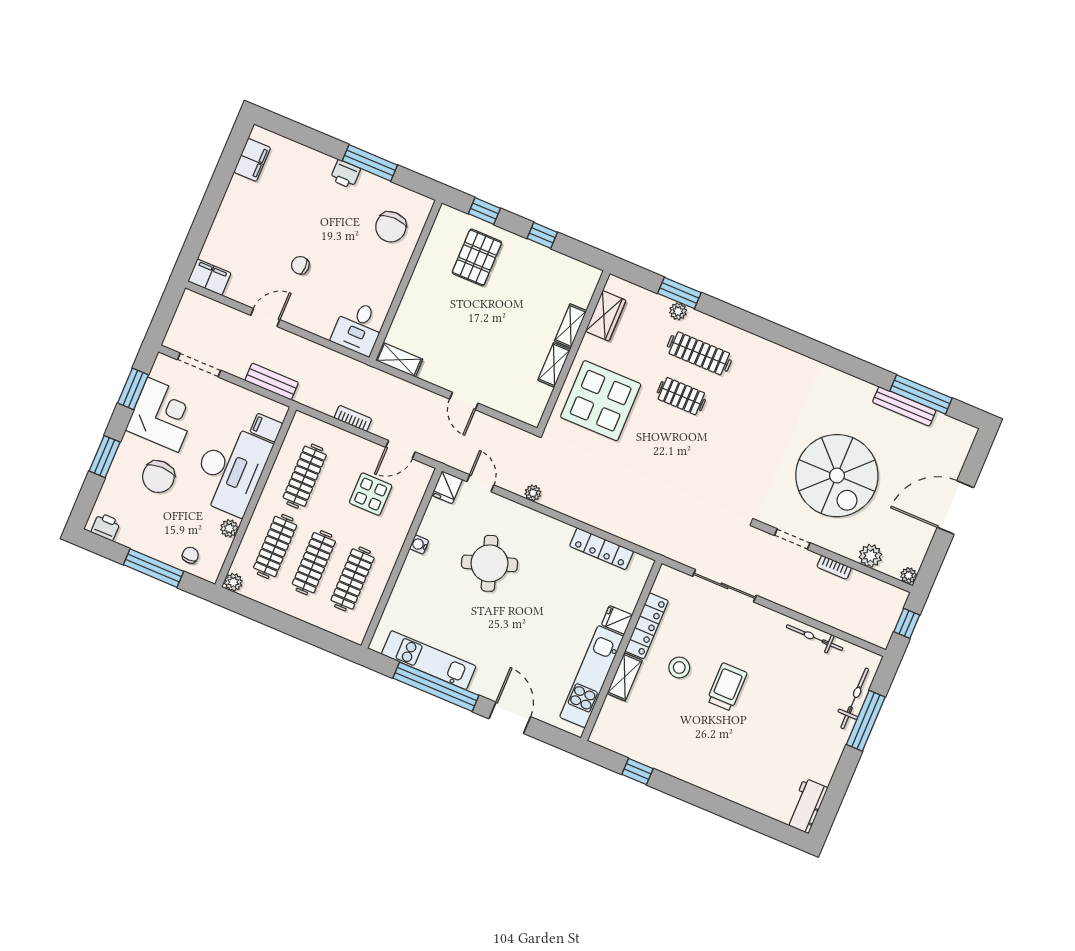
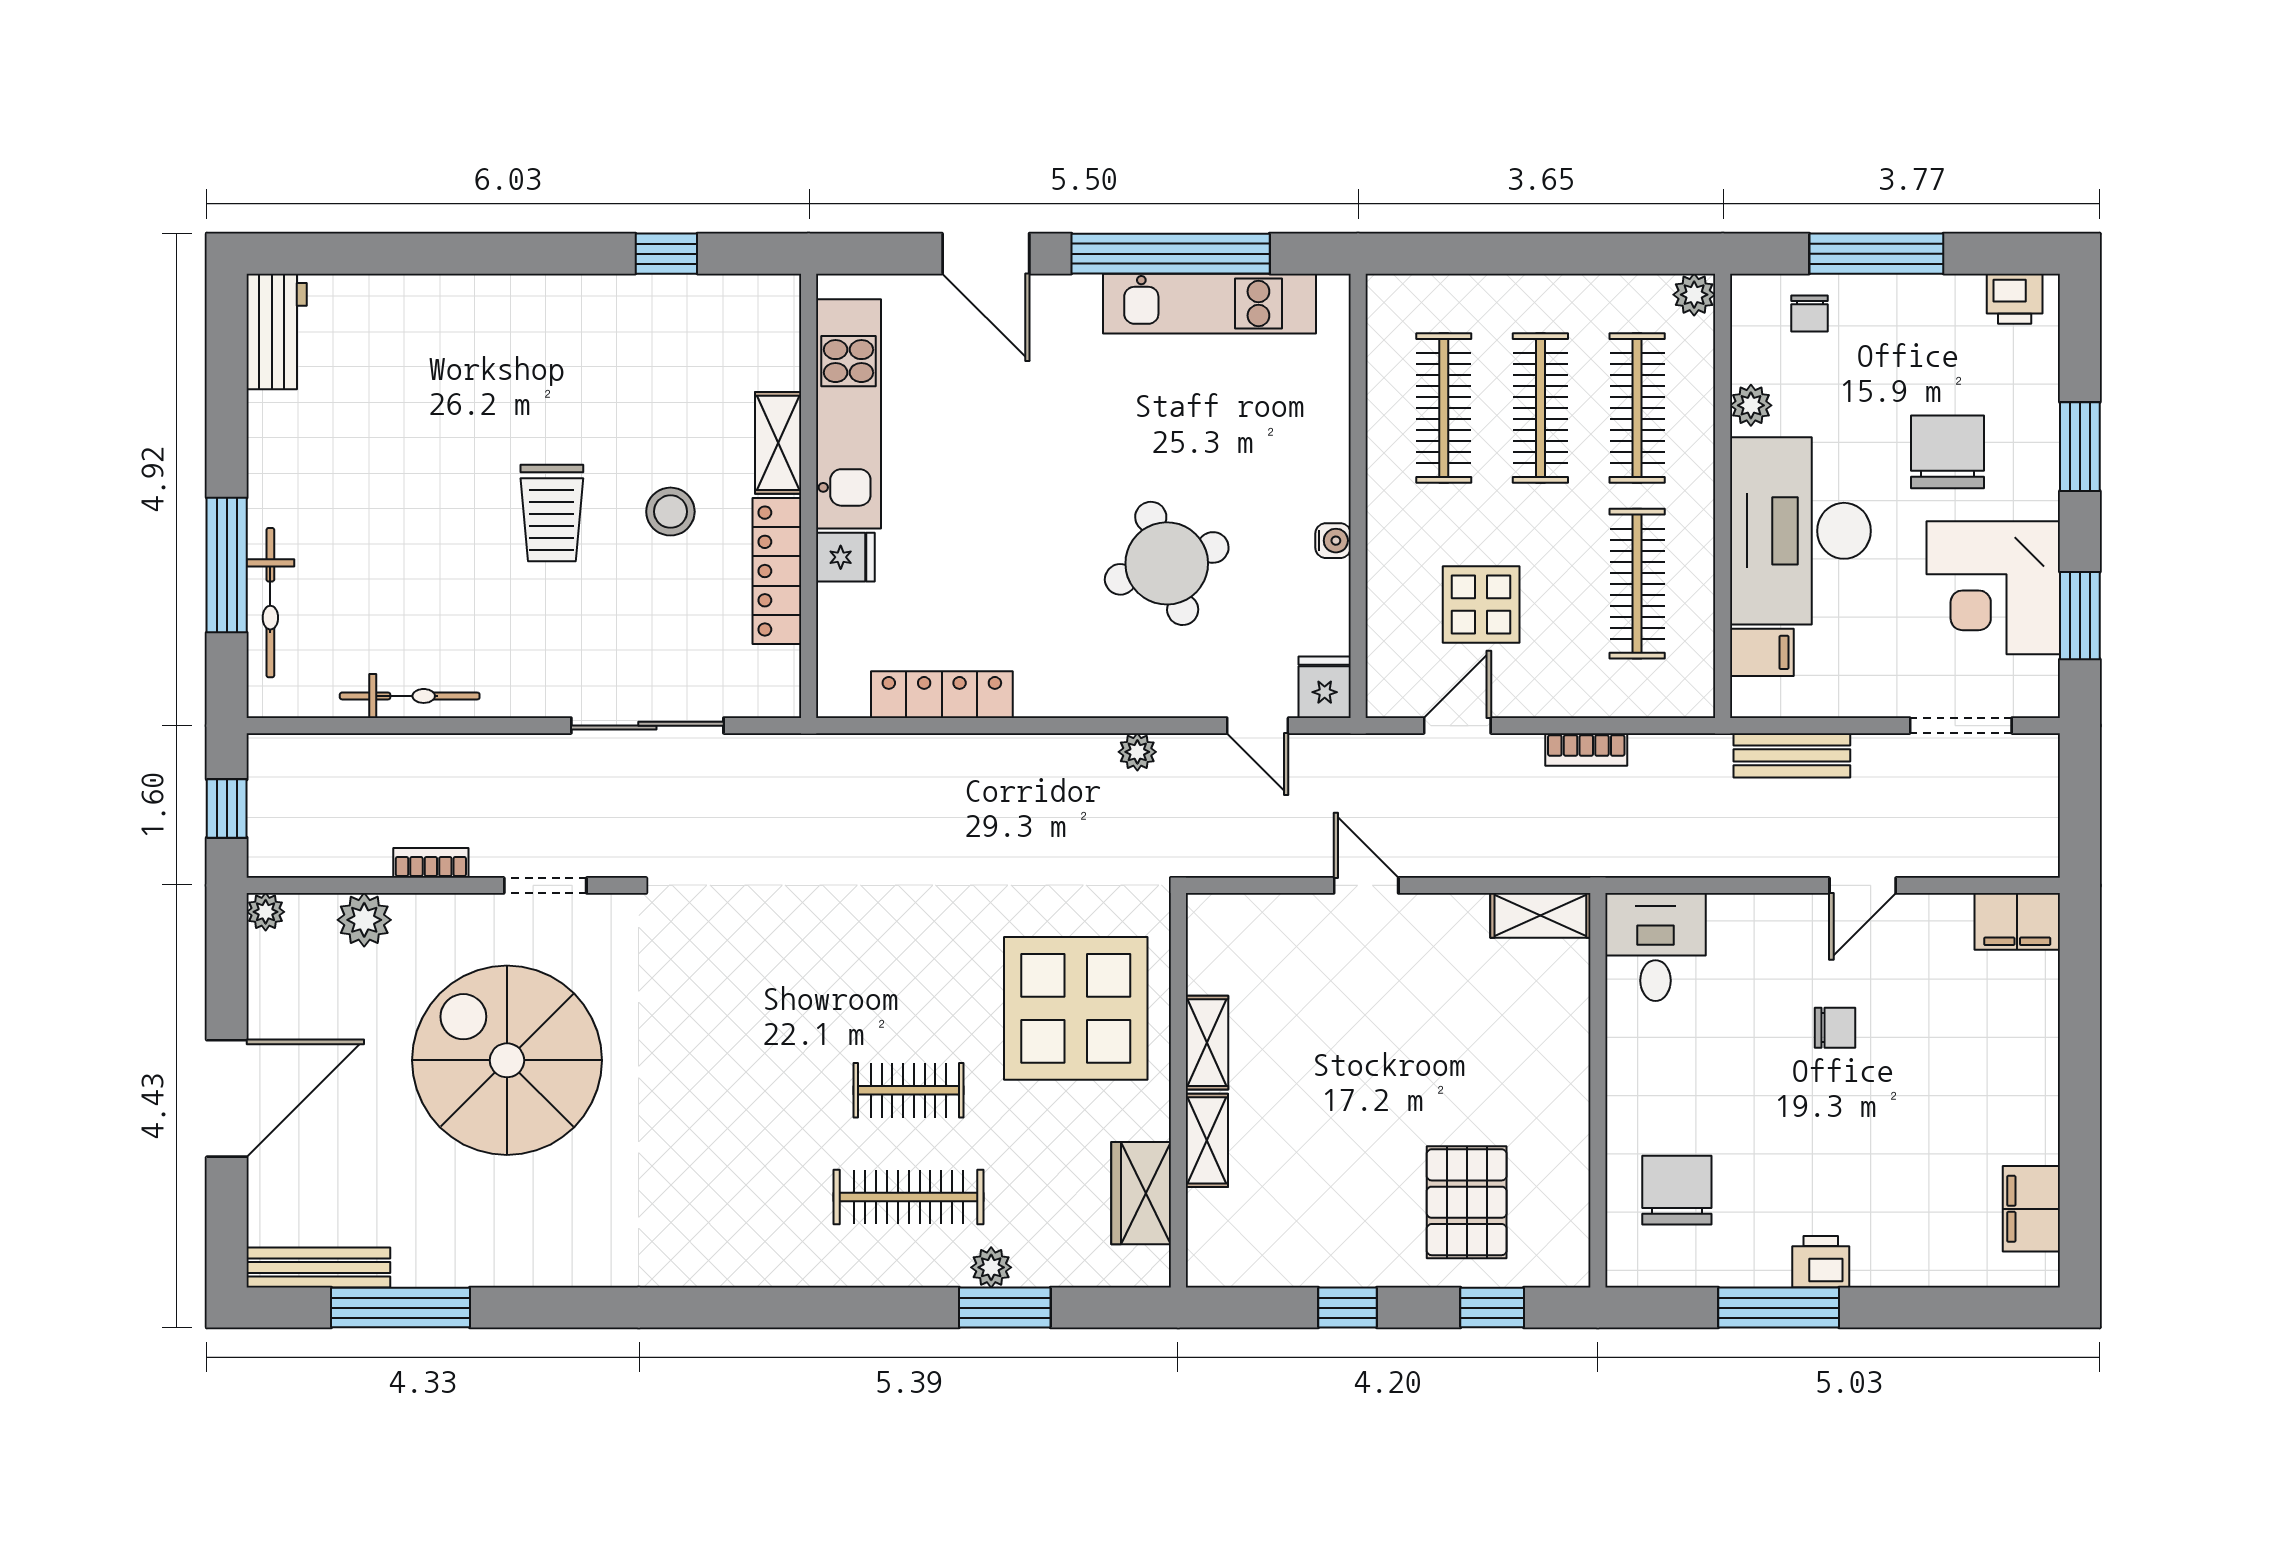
bench: (904, 406) -> (318, 1267), moved

